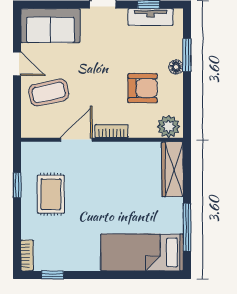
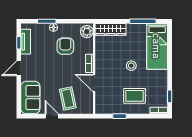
door: (17, 64) -> (52, 116), hinge flipped
rug: (51, 194) -> (135, 96), moved
stool: (108, 206) -> (131, 66), added

